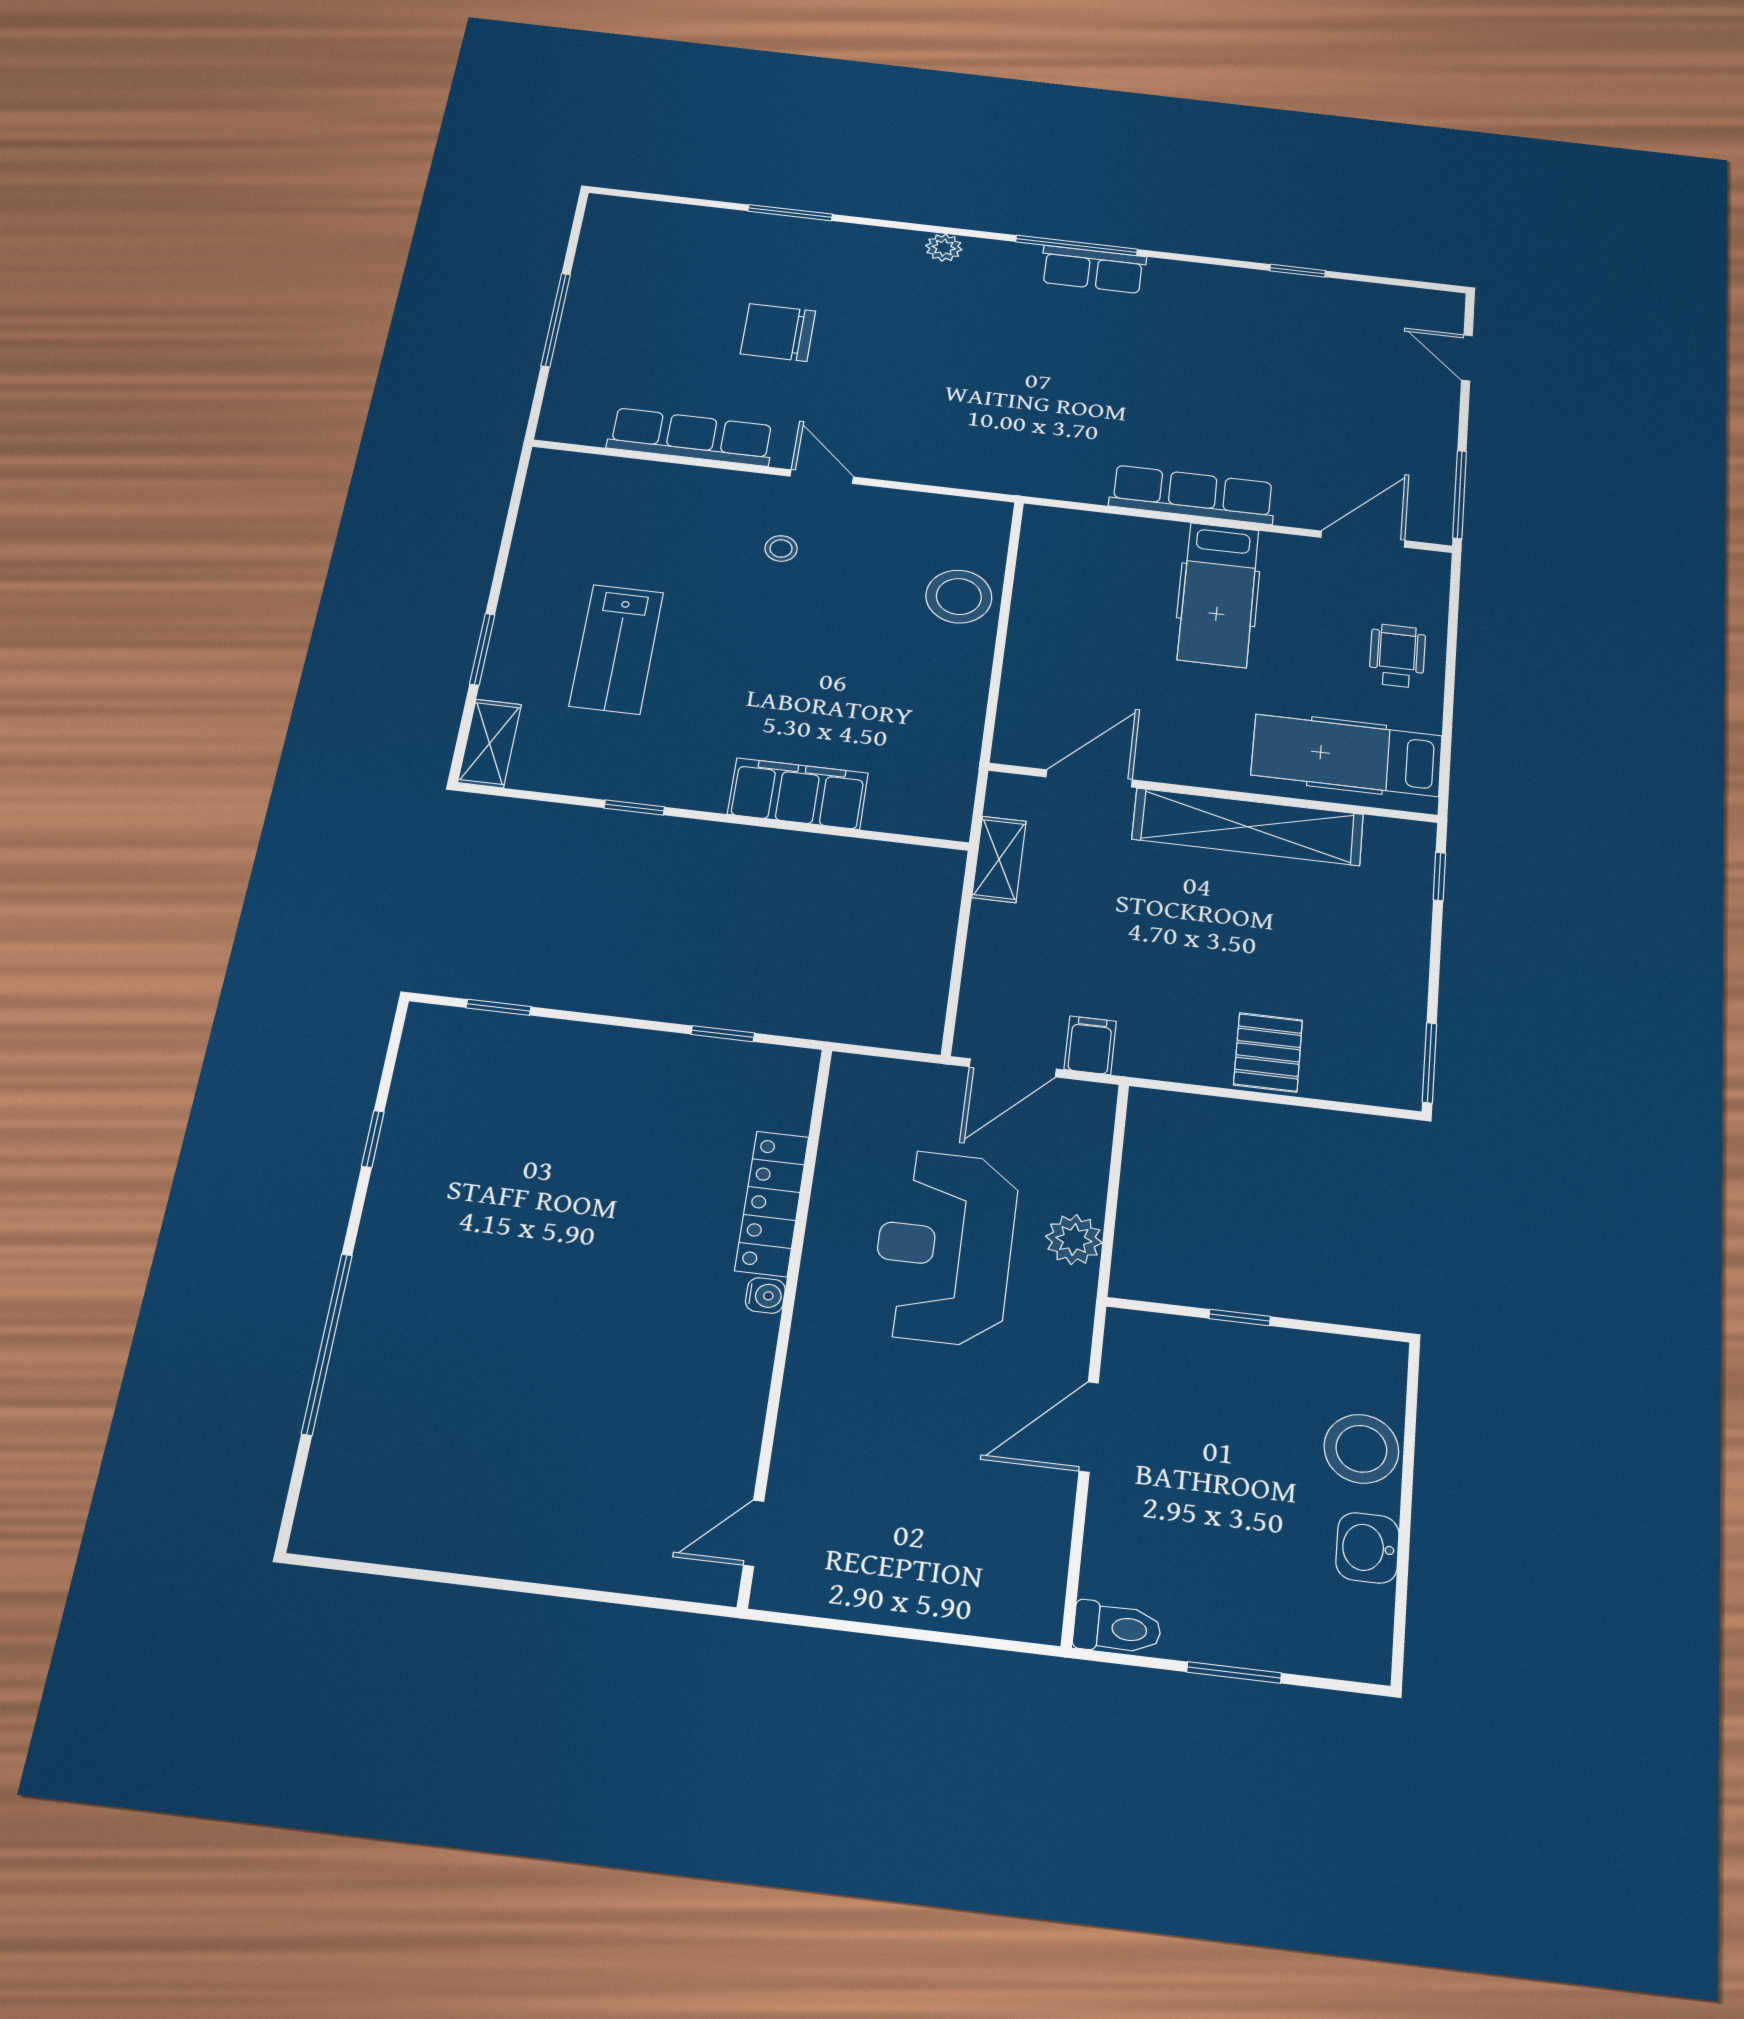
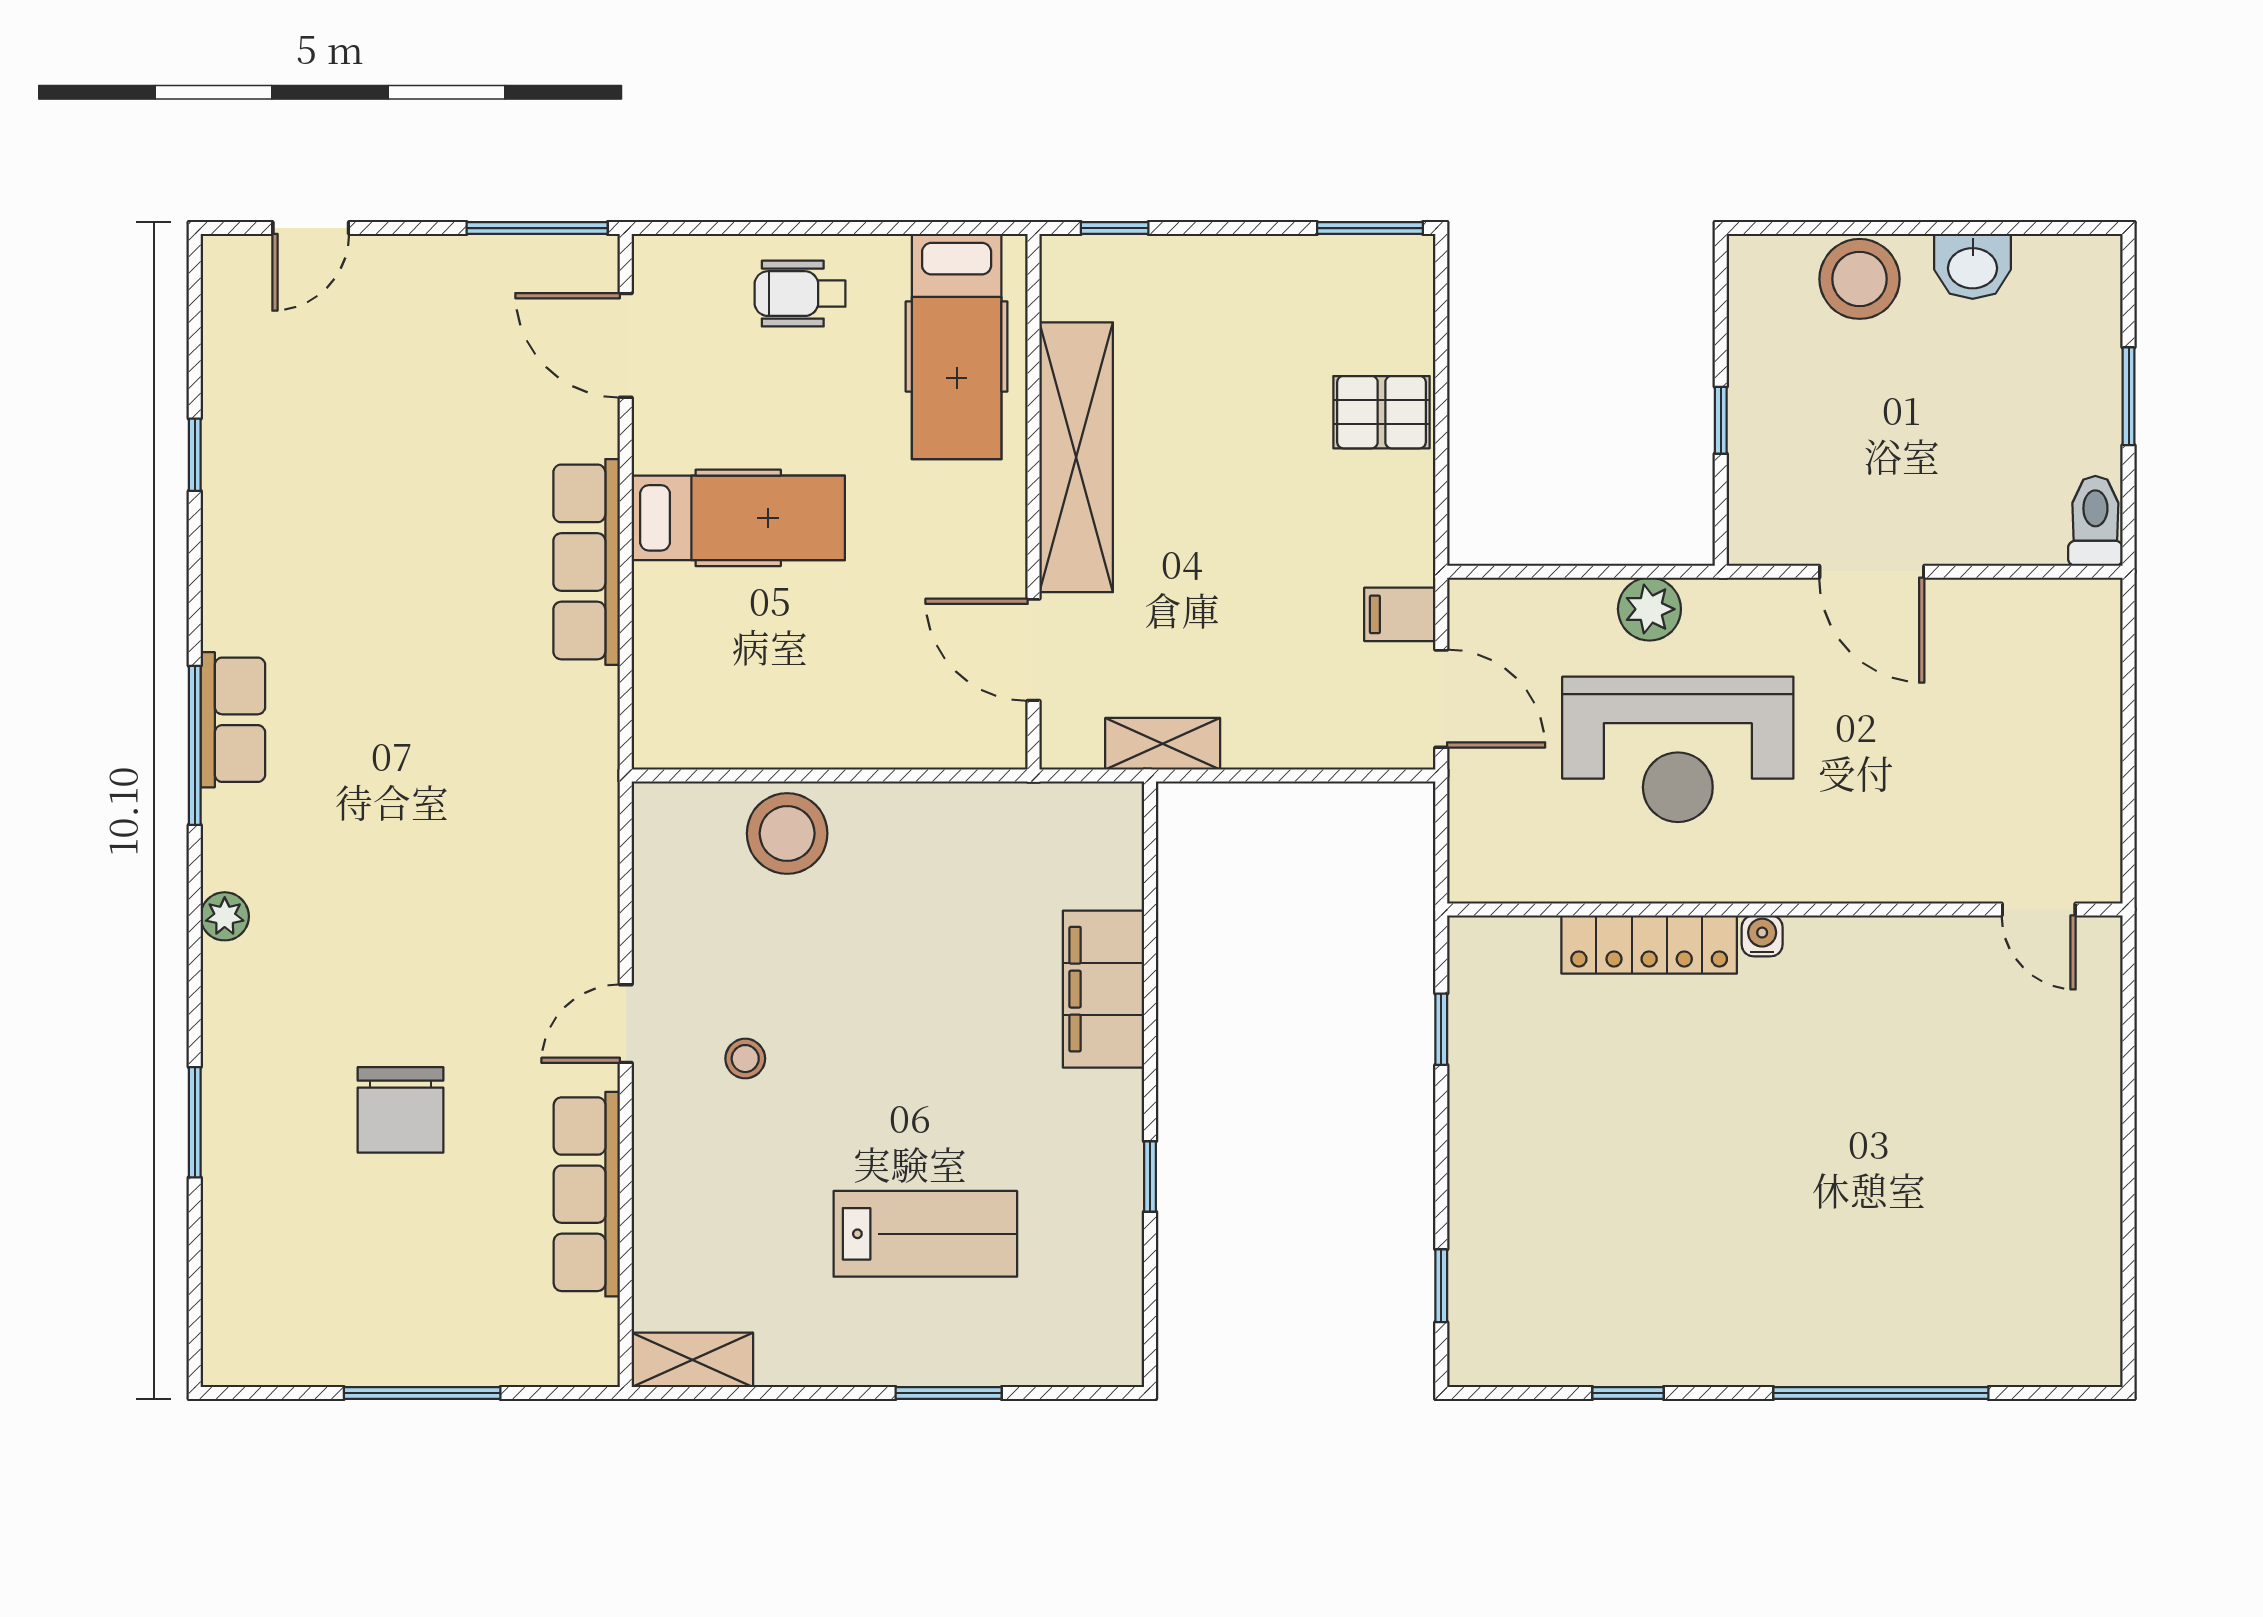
shelving: (490, 743) -> (692, 1360), moved

